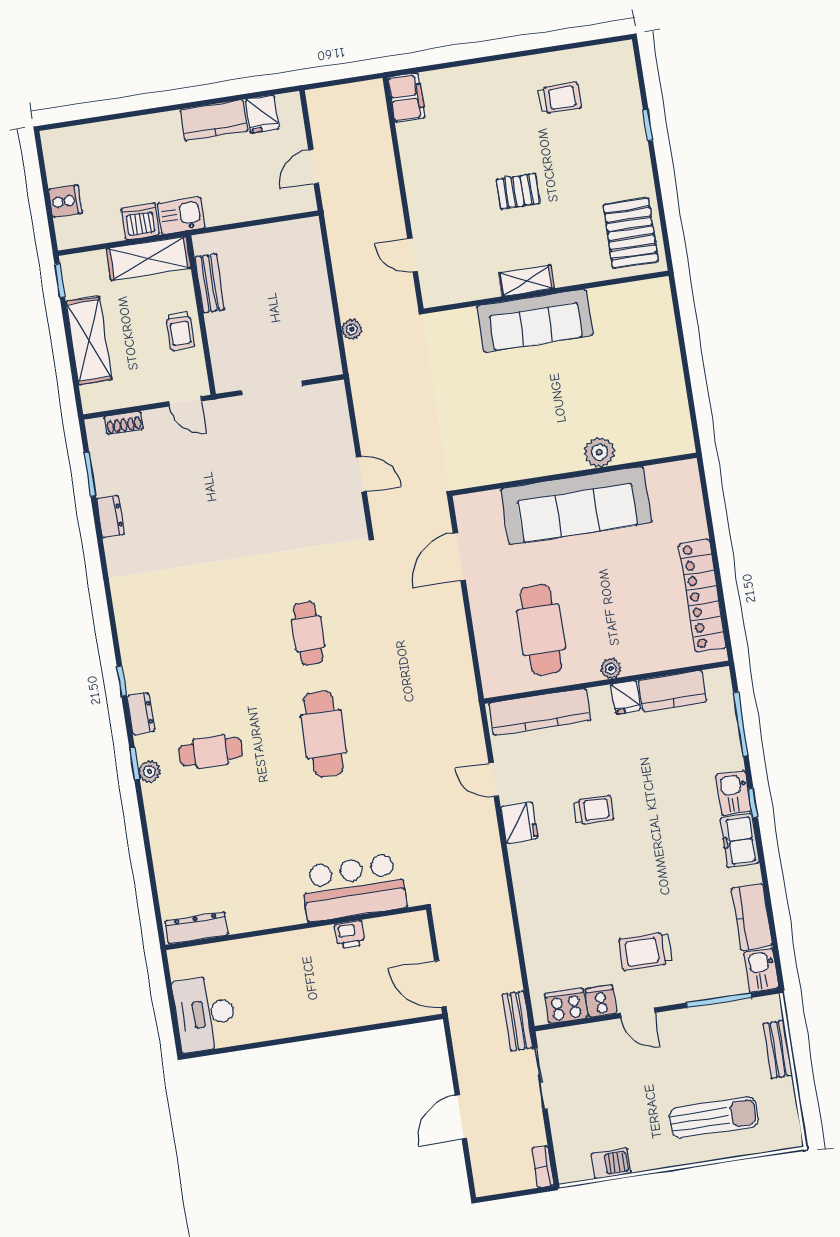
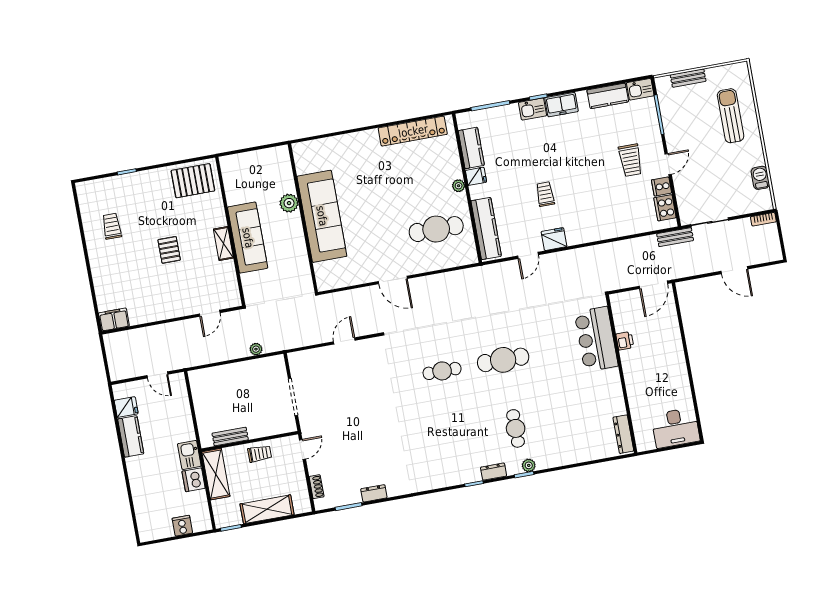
plant: (599, 452) -> (289, 203), moved
wall: (574, 474) -> (303, 218), moved
sofa: (576, 506) -> (322, 216), moved

